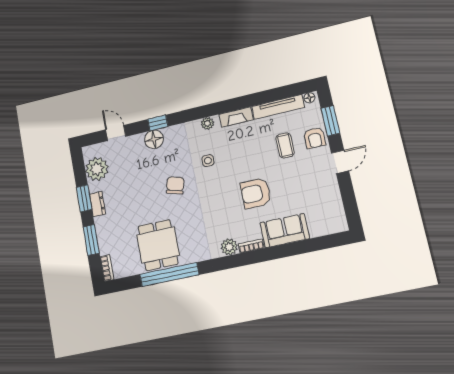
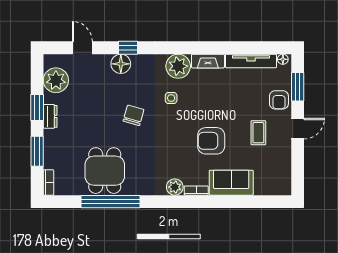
plant: (207, 123) -> (178, 66), width x1.87, depth x1.87
coffee table: (285, 145) -> (258, 133), moved

